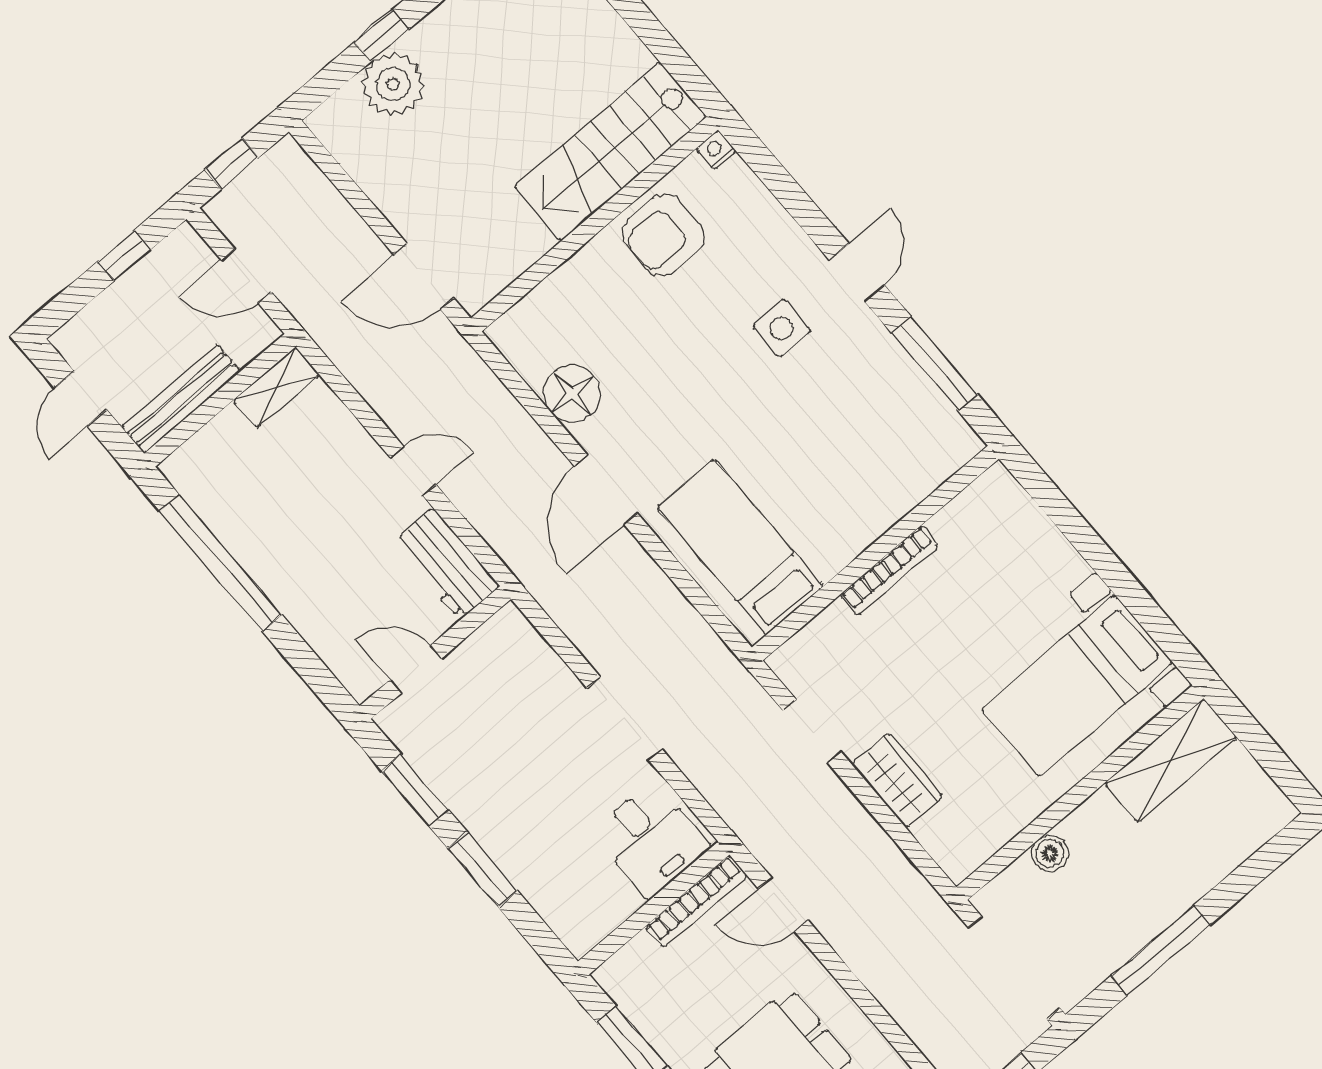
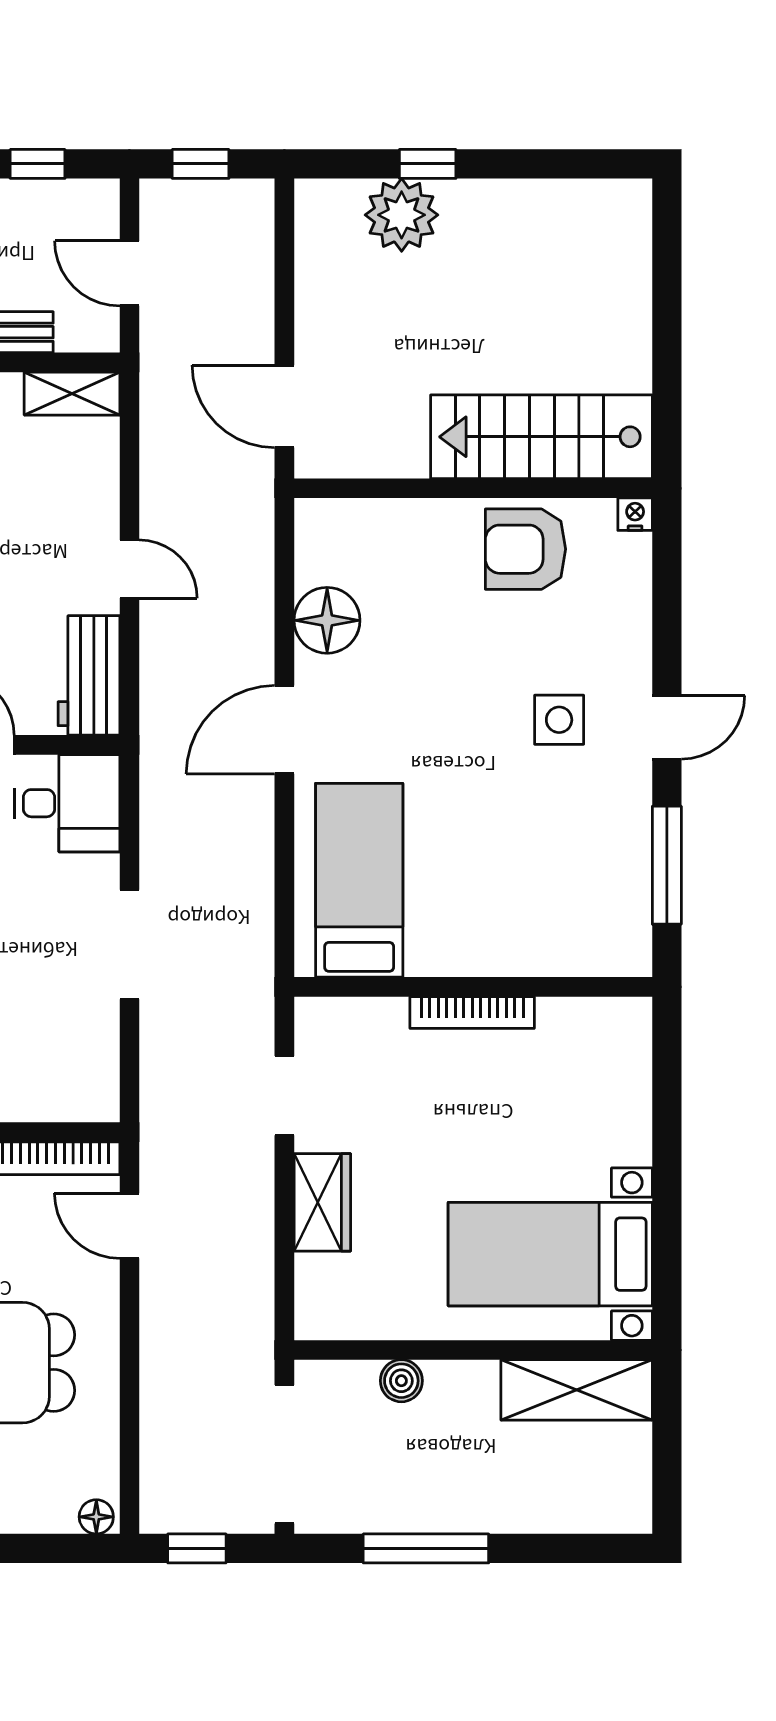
desk: (651, 840) -> (67, 803), moved, turned -90

